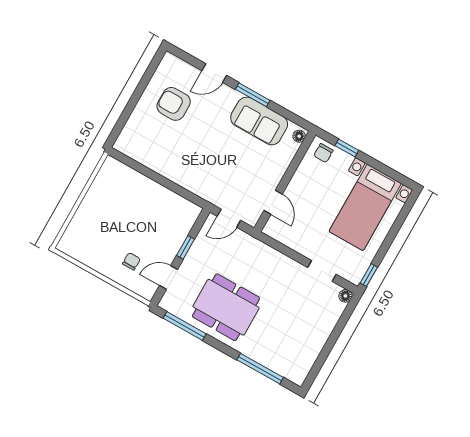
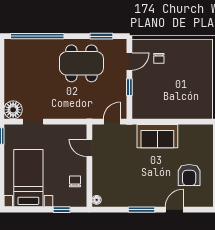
armchair: (174, 104) -> (189, 175), turned 90
sofa: (259, 121) -> (157, 136), moved, turned 180
chair: (323, 153) -> (75, 181), moved
floor lamp: (345, 296) -> (13, 110), width x1.89, depth x1.89
window: (185, 326) -> (101, 36), width x0.69
window: (260, 369) -> (37, 36), width x1.46

